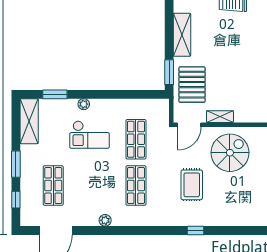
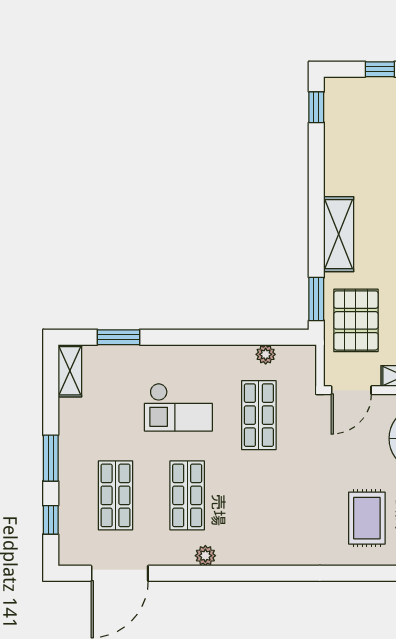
plant: (84, 104) -> (266, 354), moved
shelving: (29, 121) -> (70, 371), width x0.67, depth x0.75
rug: (192, 185) -> (367, 518), moved
shop shelf: (136, 186) -> (187, 495), moved
window: (195, 231) -> (362, 573), removed

